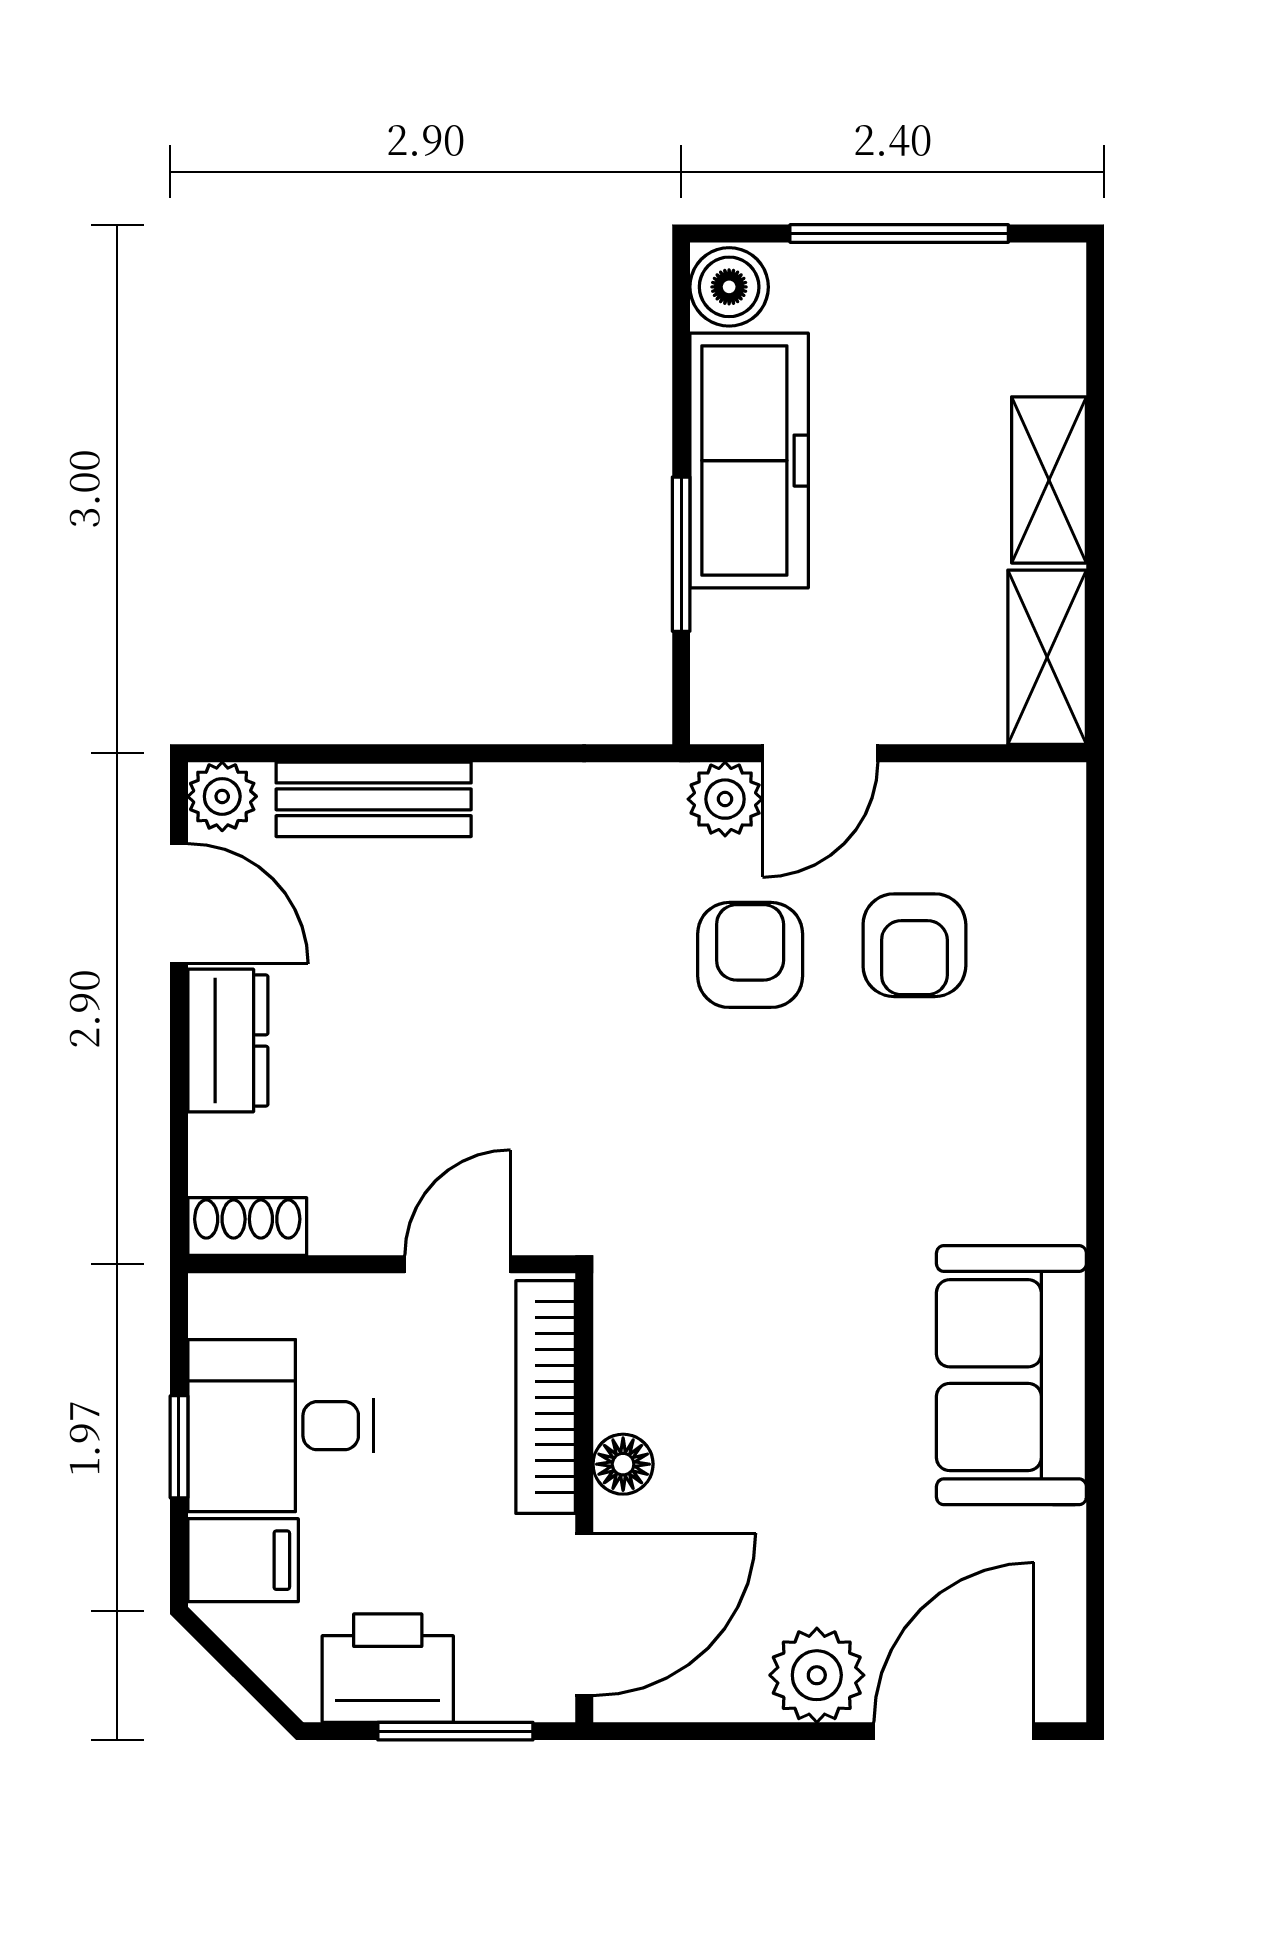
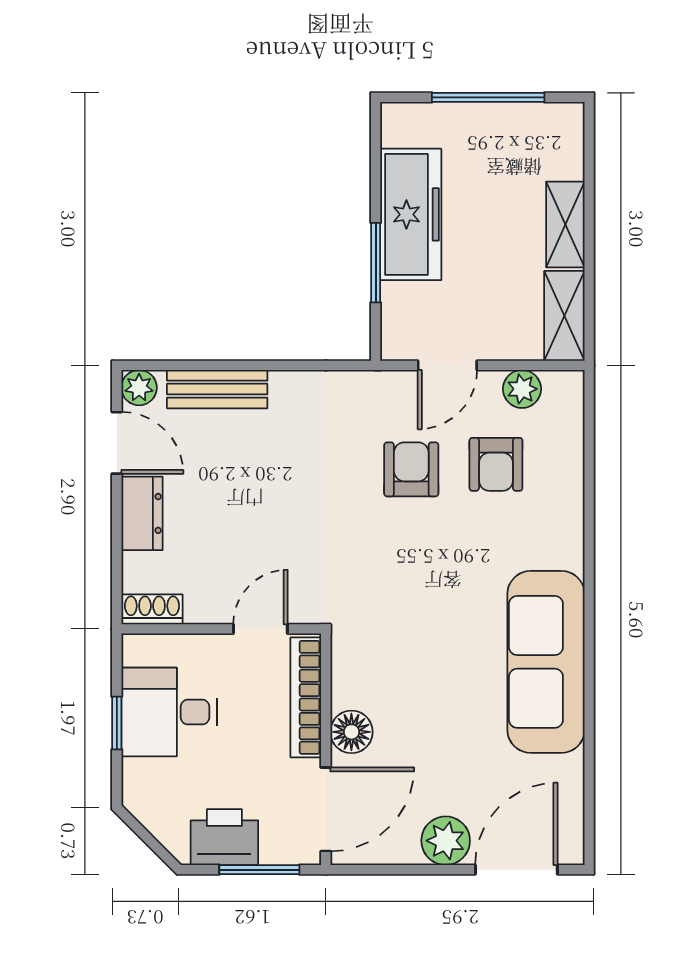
boiler: (729, 287) -> (400, 125), removed
plant: (725, 799) -> (522, 389), moved
sofa: (1011, 1375) -> (546, 662), width x1.36
floor lamp: (623, 1464) -> (351, 732), width x1.37, depth x1.37
filing cabinet: (243, 1560) -> (150, 781), removed

